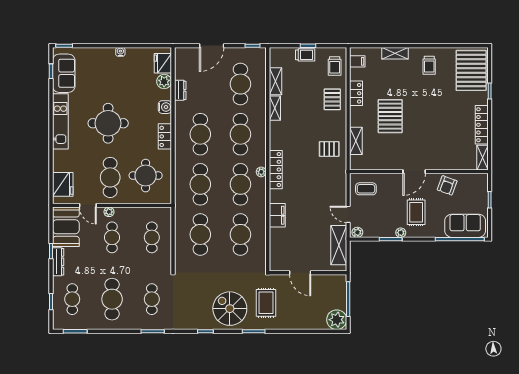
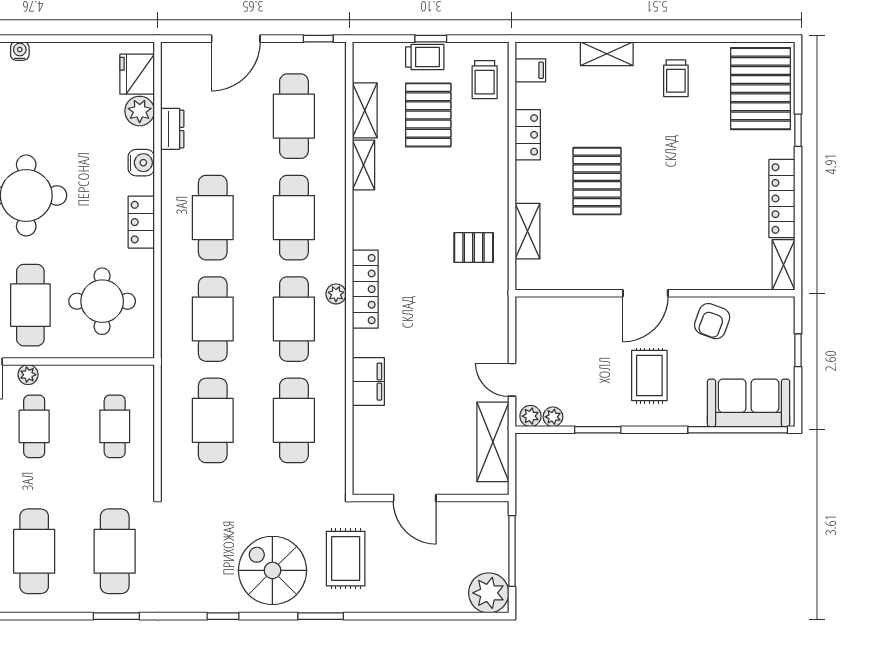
water cooler: (120, 52) -> (20, 51), moved
pallet: (332, 99) -> (428, 115), moved, width x1.50, depth x1.42
coffee table: (366, 189) -> (548, 328), removed
plant: (401, 233) -> (553, 417), moved
cafe table: (152, 299) -> (115, 551), width x1.37, depth x1.35

